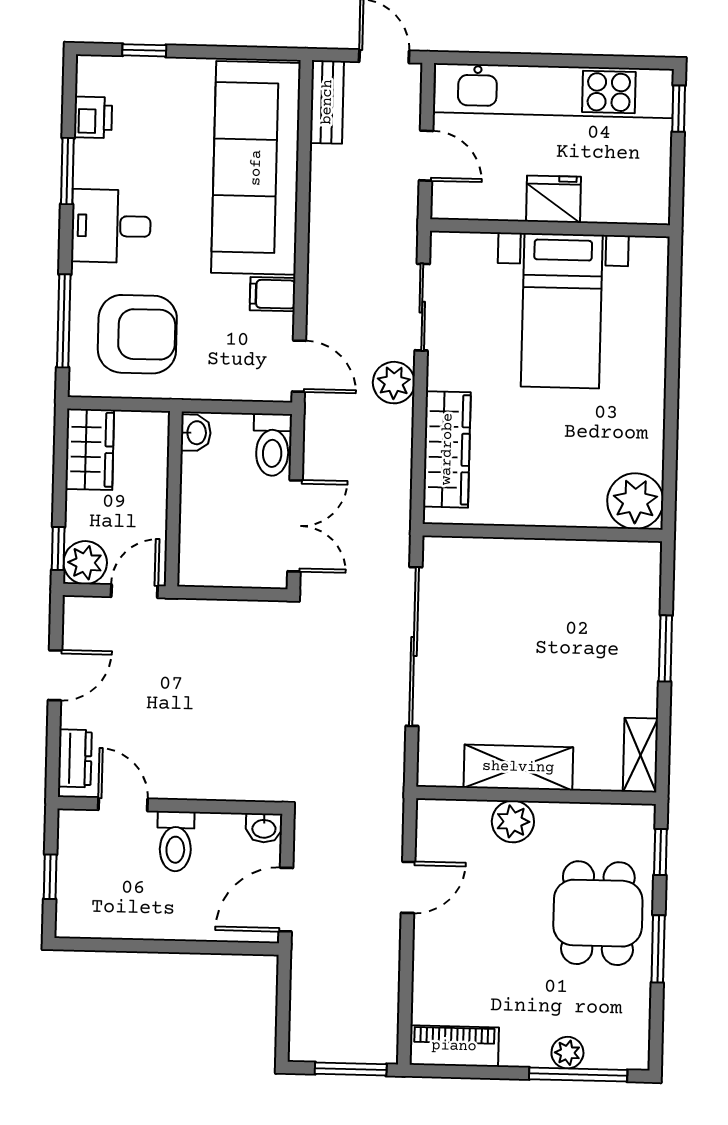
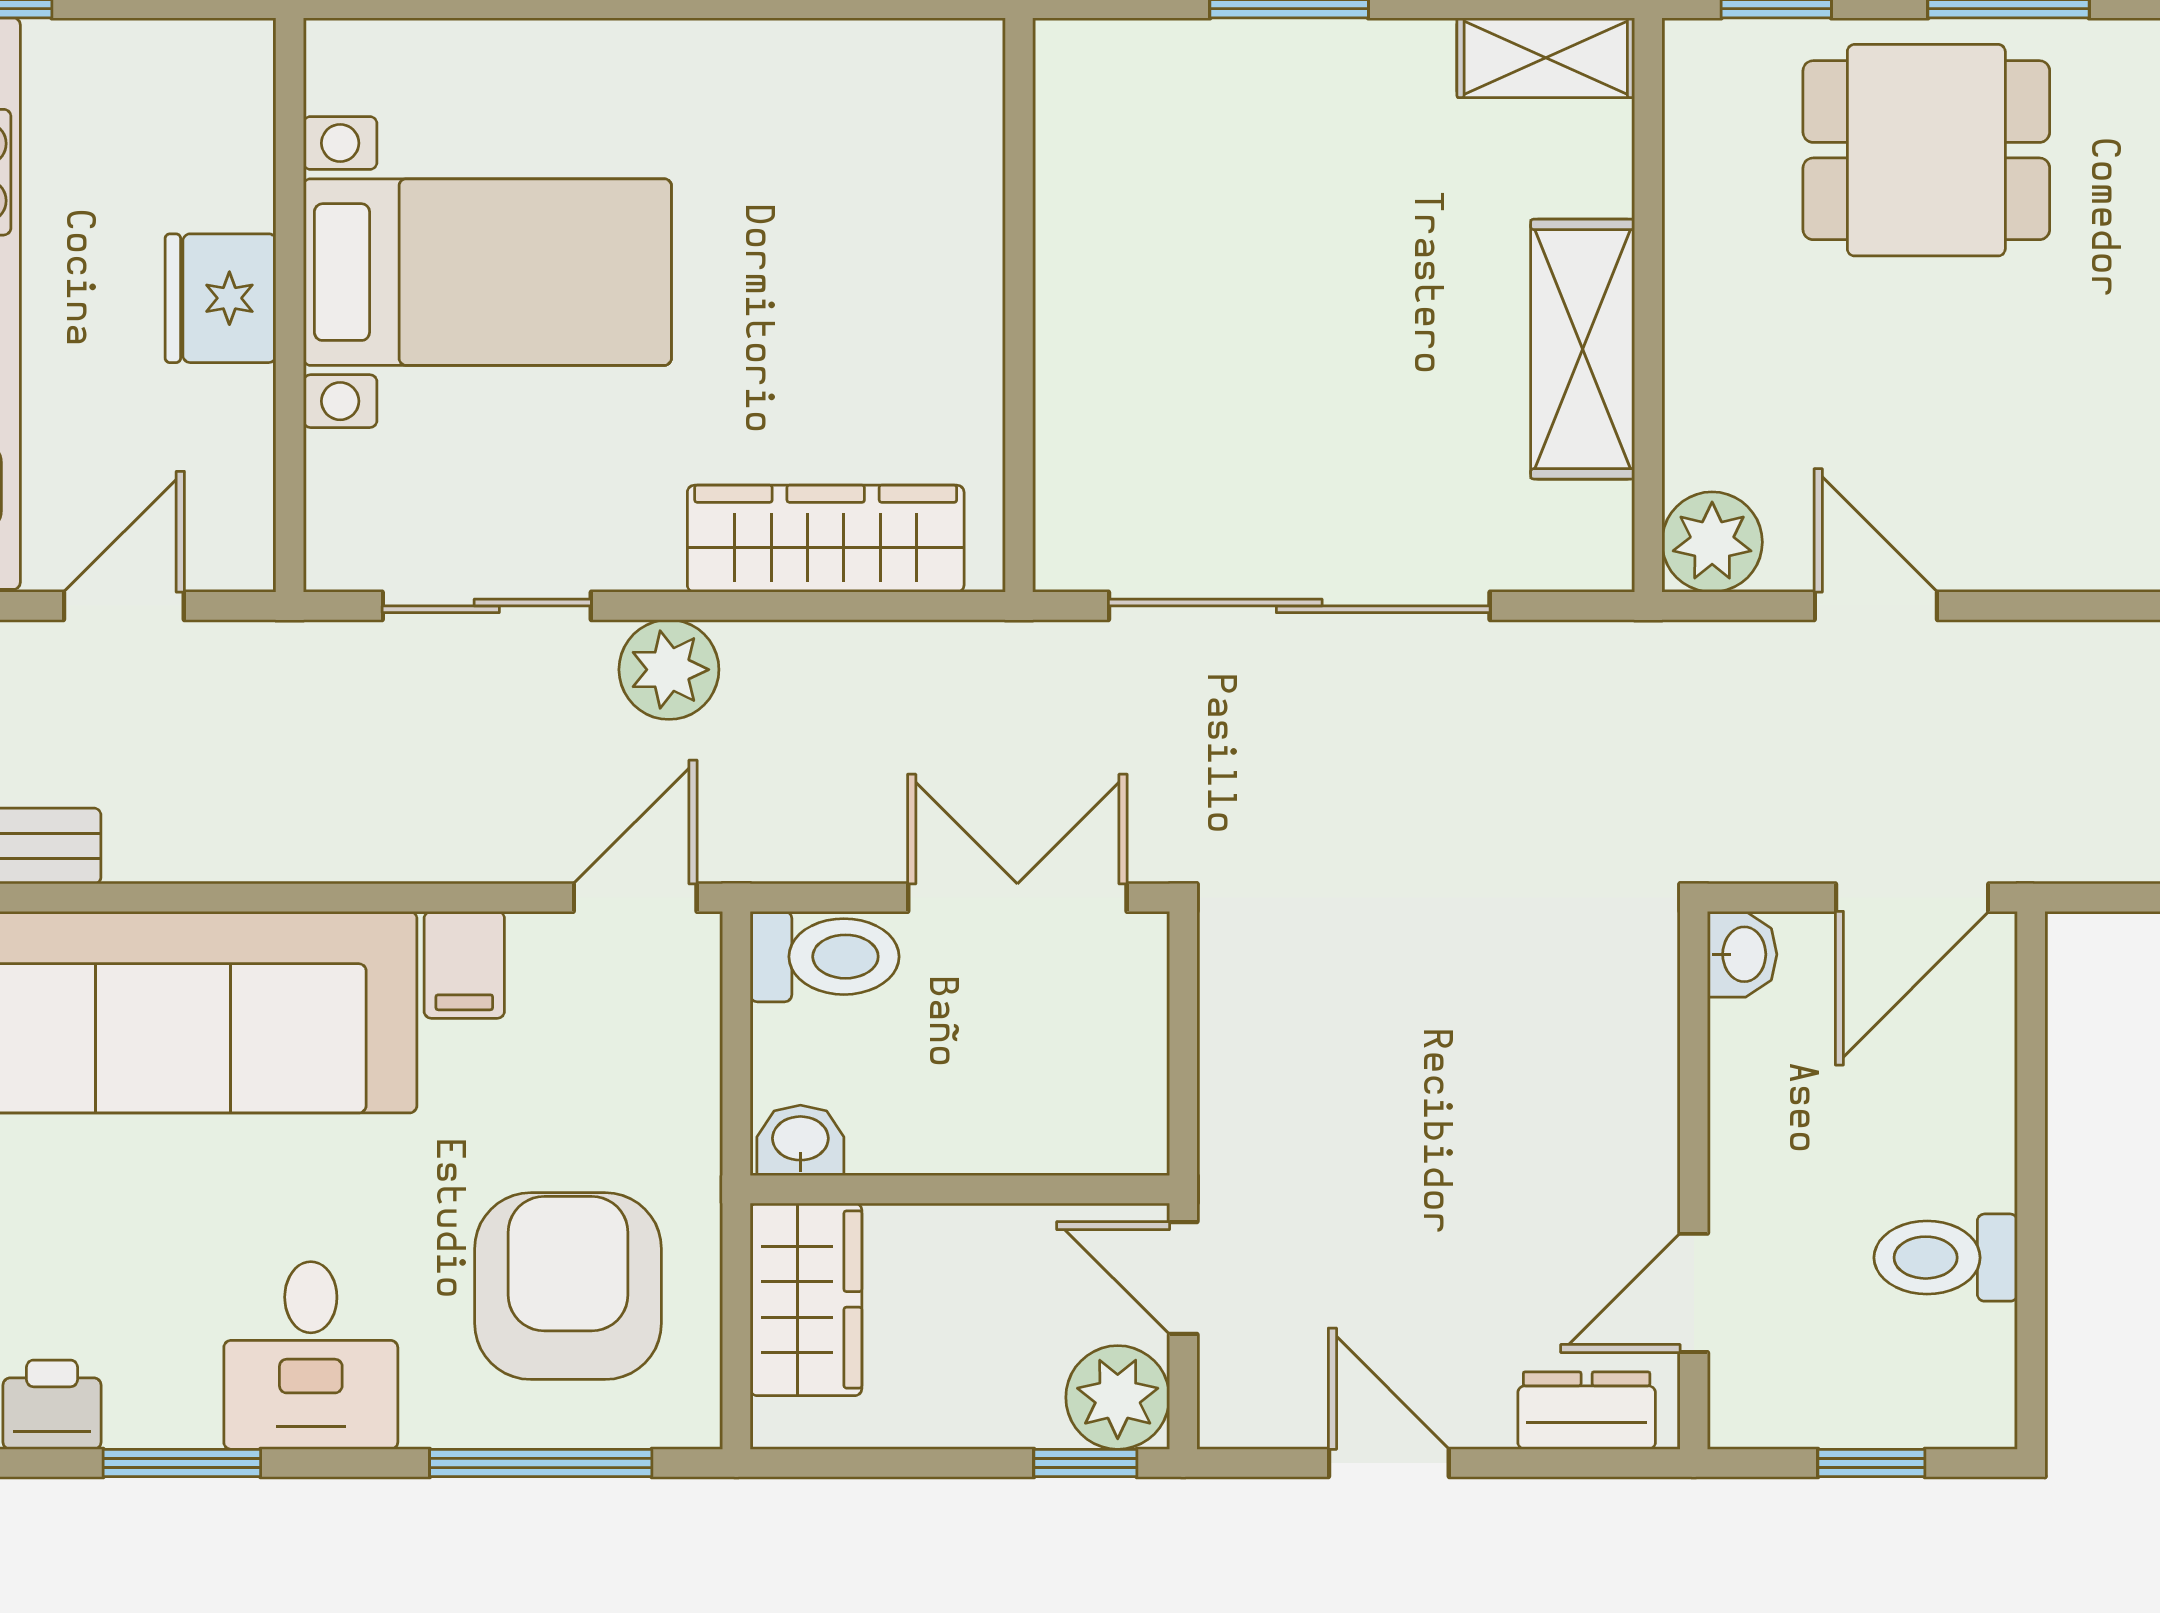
wardrobe: (90, 449) -> (806, 1299), moved, turned 90
plant: (635, 501) -> (938, 85), removed
plant: (513, 821) -> (1712, 542), moved
toilet: (175, 841) -> (1946, 1258), moved, turned 180
door: (286, 900) -> (1912, 898), hinge flipped

